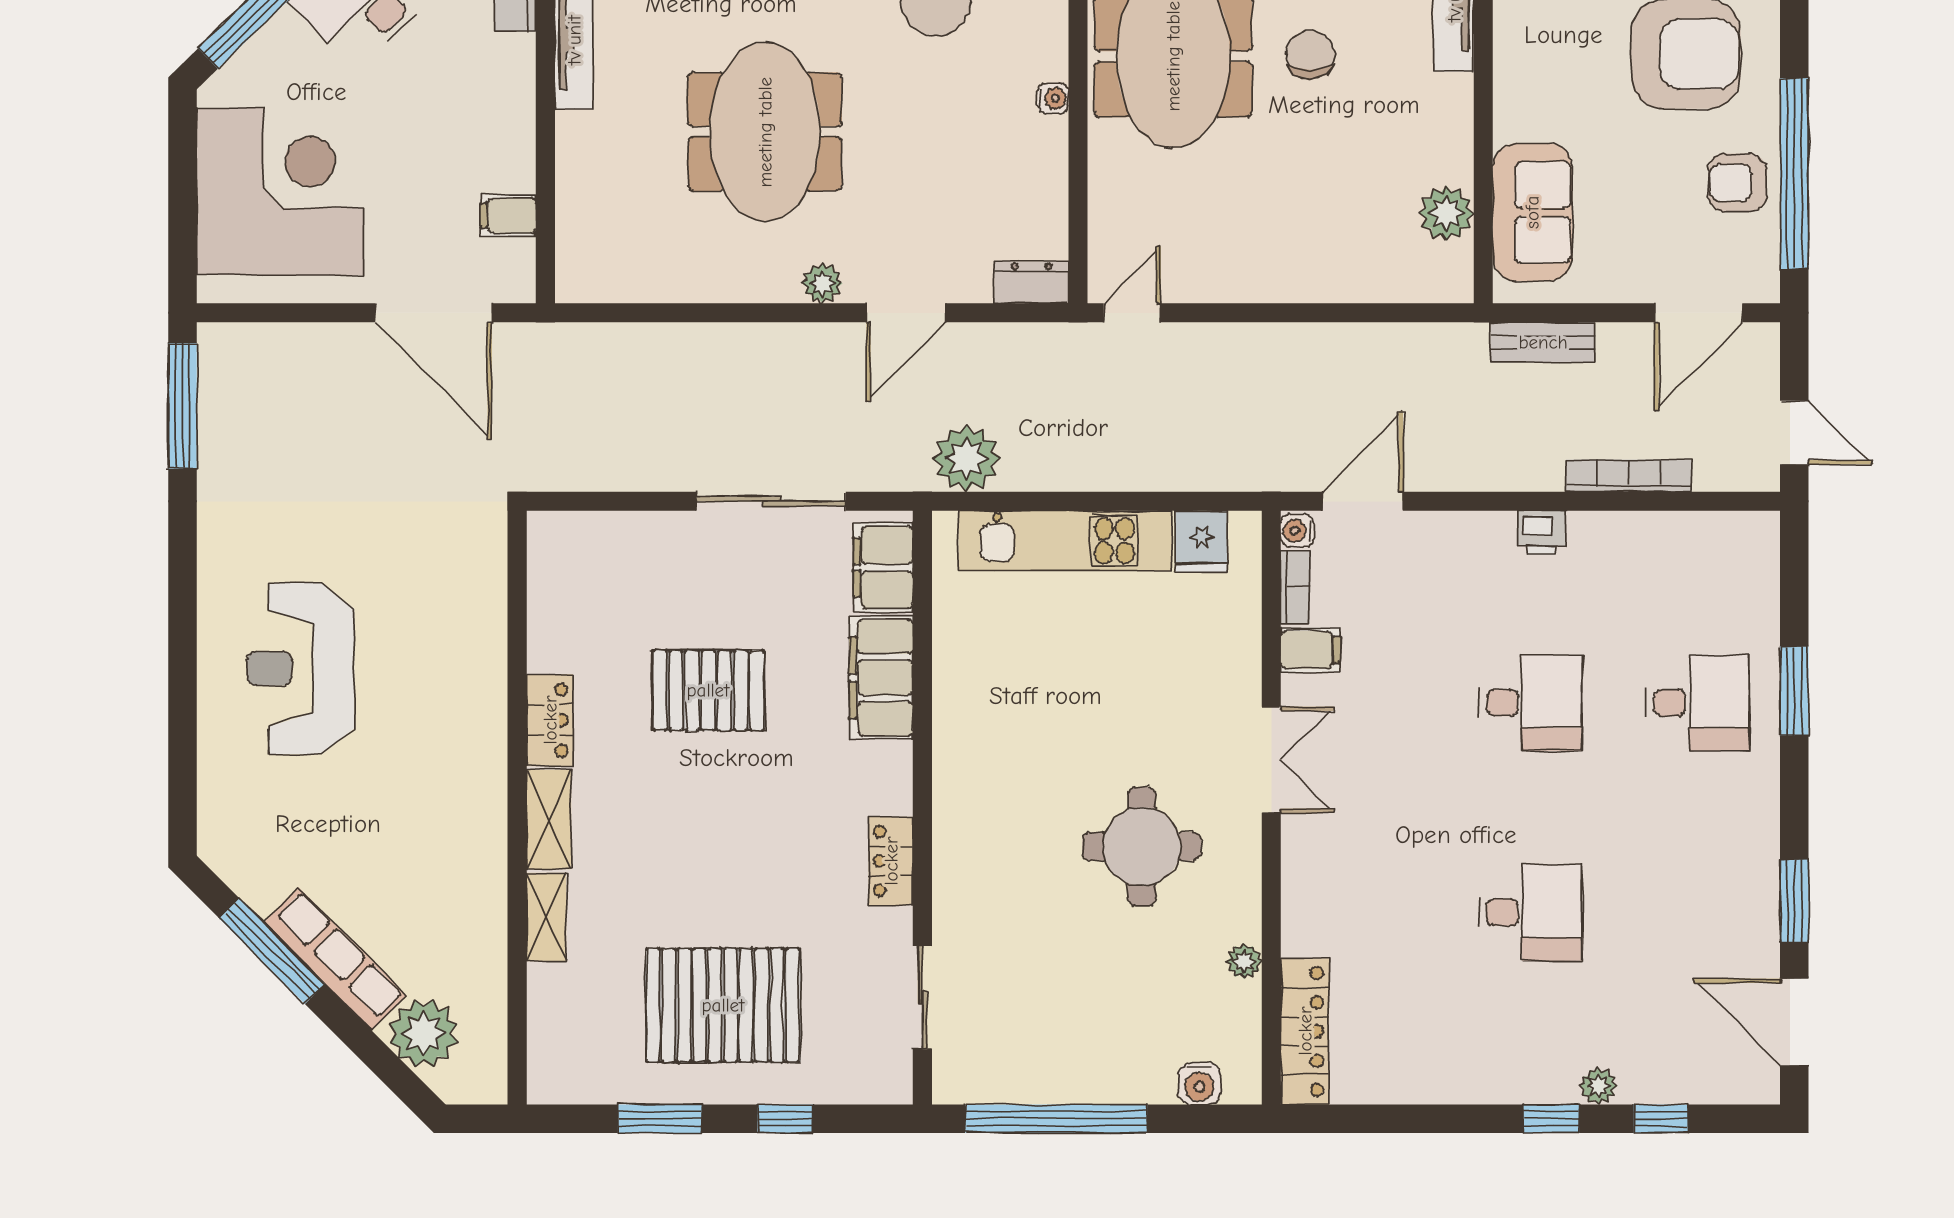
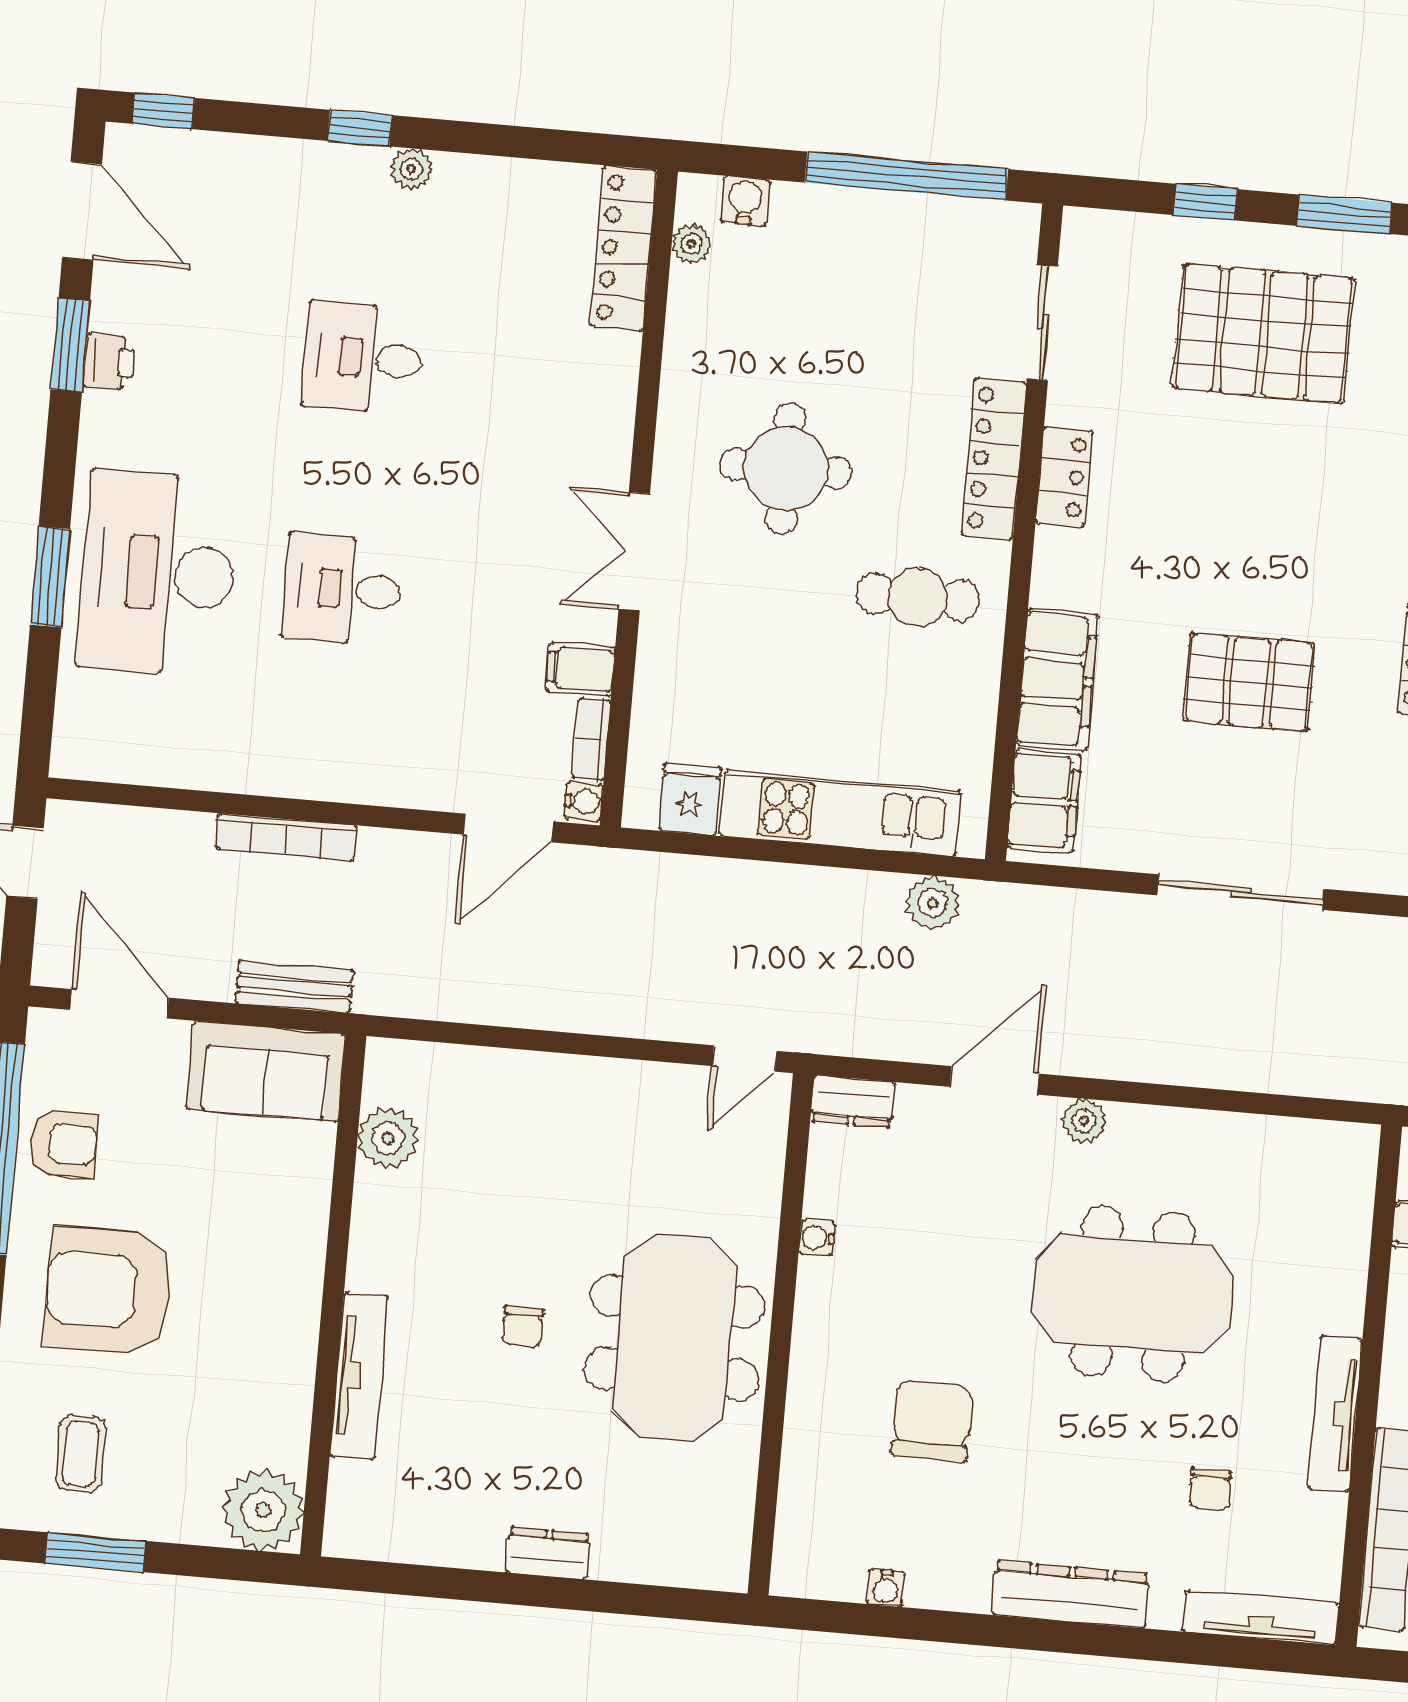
chair: (1310, 54) -> (523, 1326), width x0.73, depth x0.73
water cooler: (1053, 98) -> (817, 1238), moved
meeting table: (765, 132) -> (1133, 1294), turned 90
sofa: (1532, 212) -> (266, 1071), moved, turned -90
door: (1698, 313) -> (119, 1004), hinge flipped
plant: (966, 458) -> (933, 903), width x0.73, depth x0.73
bookcase: (1629, 476) -> (286, 837), moved
sliding door: (771, 501) -> (1241, 892), moved
printer: (1541, 533) -> (109, 362), moved, turned 90
desk: (1698, 703) -> (158, 573), width x1.87, depth x1.30
cafe table: (1013, 741) -> (918, 597), added
locker: (955, 871) -> (994, 459), added
plant: (1244, 961) -> (691, 244), moved
plant: (1598, 1086) -> (411, 169), moved
window: (1661, 1119) -> (164, 111), moved

